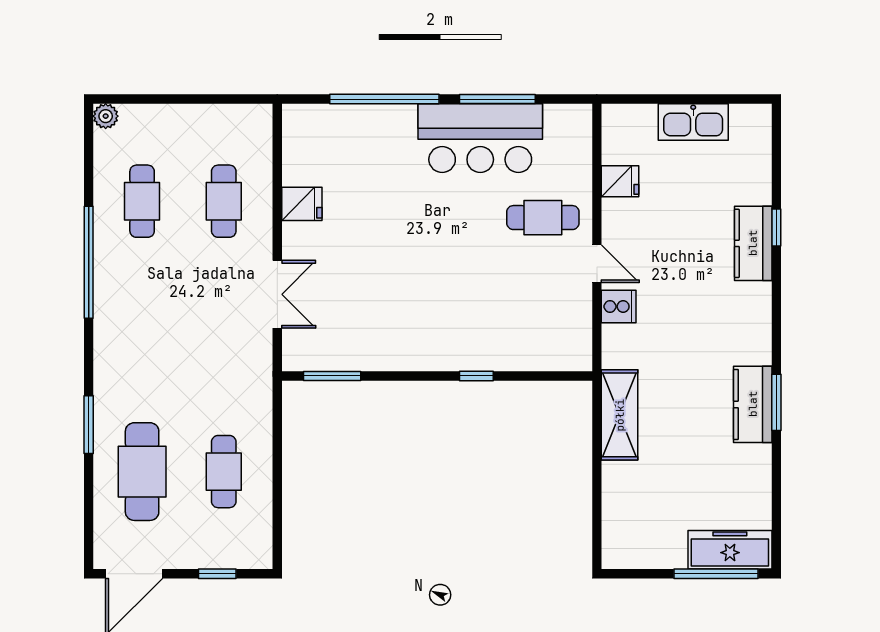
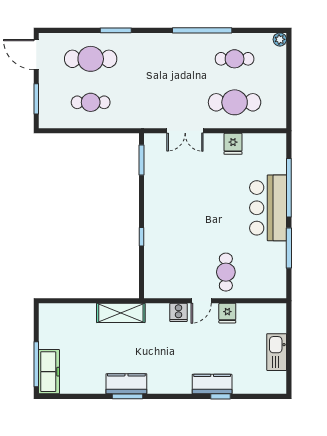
bar counter: (480, 138) -> (268, 208), moved
fridge: (620, 181) -> (227, 313), moved
cafe table: (224, 201) -> (235, 102), width x1.37, depth x1.35
window: (217, 574) -> (36, 99), width x1.50

